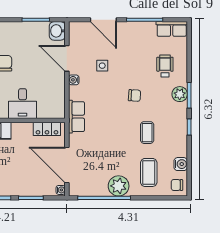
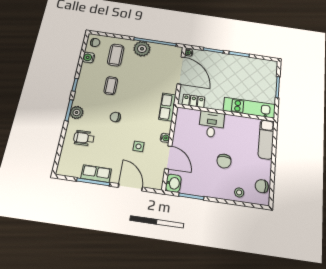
row of seats: (172, 29) -> (96, 174), moved
wheelchair: (165, 66) -> (84, 138), turned 89

